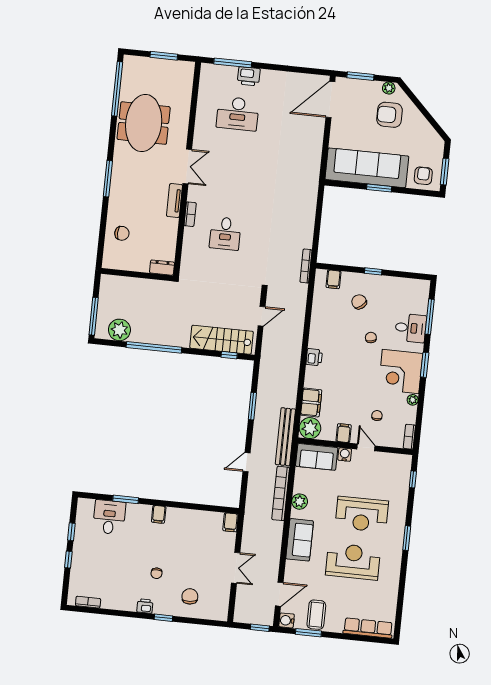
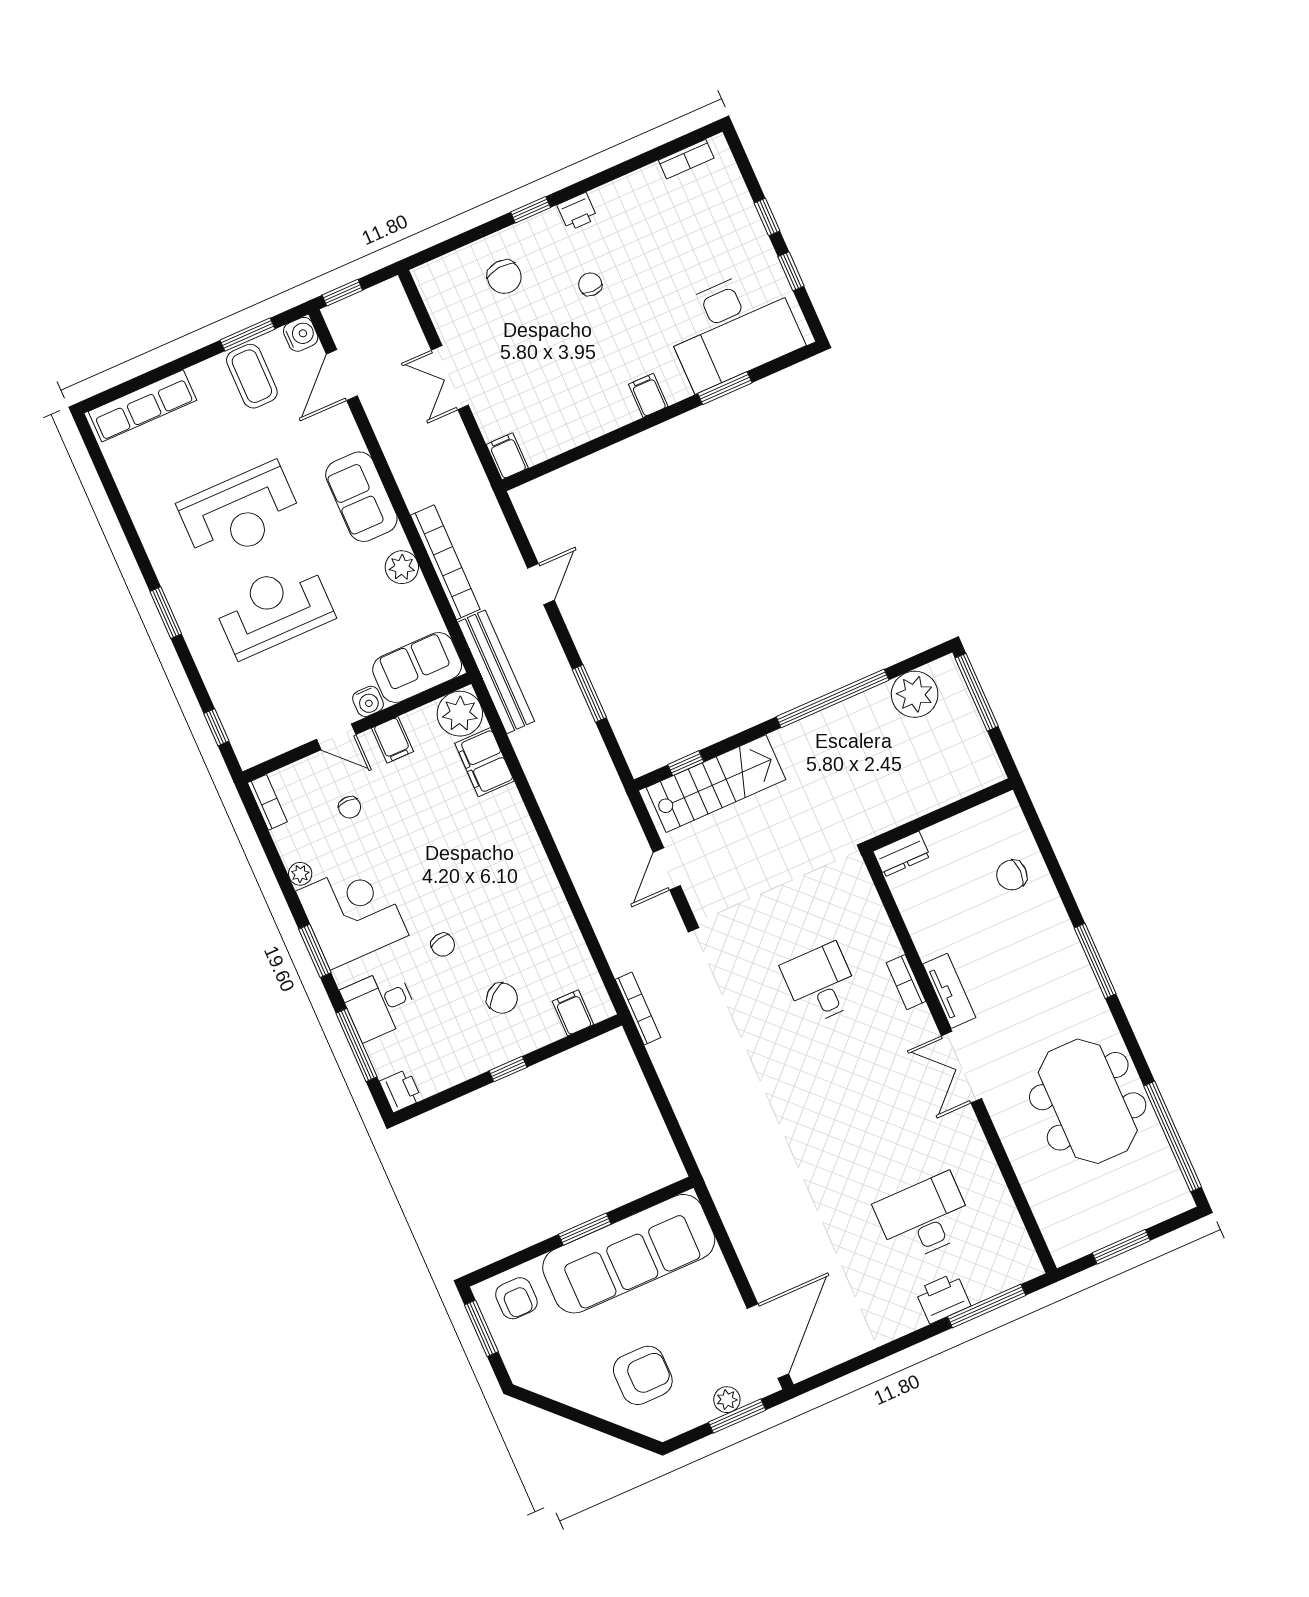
plant: (389, 88) -> (727, 1400), moved
printer: (314, 357) -> (401, 1091), moved, turned 180
desk: (109, 517) -> (732, 328), width x1.87, depth x1.30

